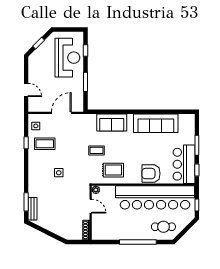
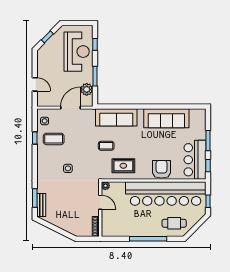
plant: (77, 95) -> (87, 89), added
sofa: (112, 122) -> (116, 117), width x1.36
armchair: (151, 174) -> (162, 169), turned 90

